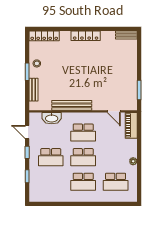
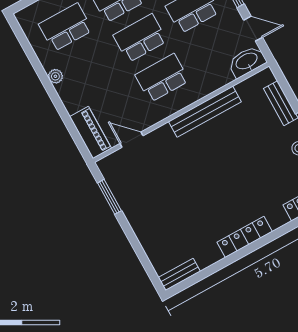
washbasin: (52, 118) -> (247, 61), moved

